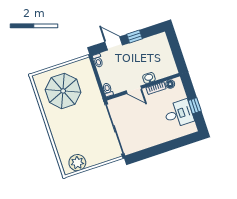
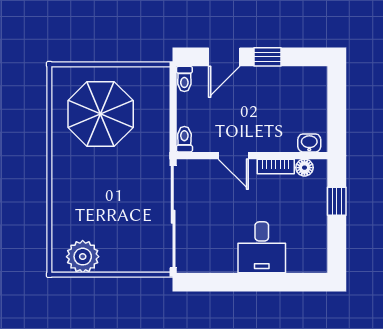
door: (114, 43) -> (224, 57), swing flipped
washbasin: (149, 78) -> (309, 143), moved
window: (195, 106) -> (337, 201), moved
desk: (179, 114) -> (262, 247), moved, turned 90

